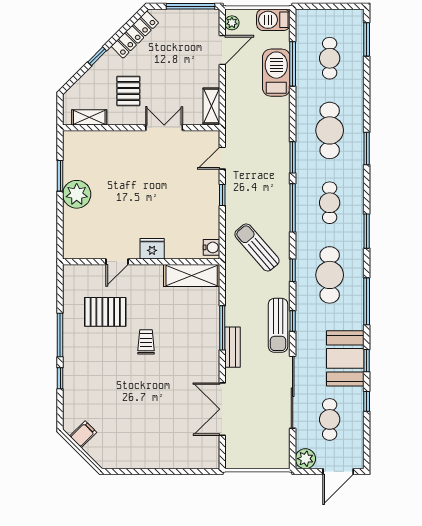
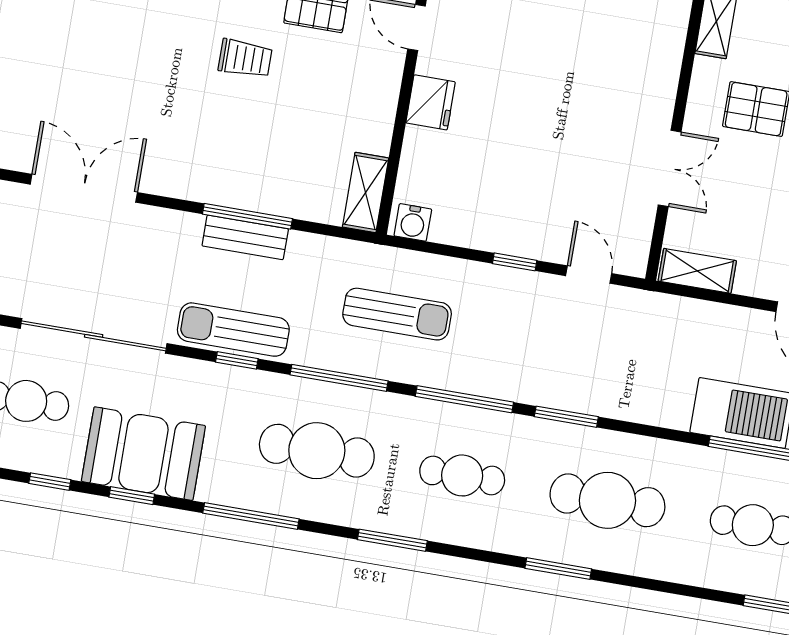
sun lounger: (257, 247) -> (397, 314), turned 41
window: (293, 270) -> (339, 378), width x2.17
shelving: (192, 276) -> (366, 192), width x0.67, depth x0.75
bench: (233, 347) -> (245, 237), moved

